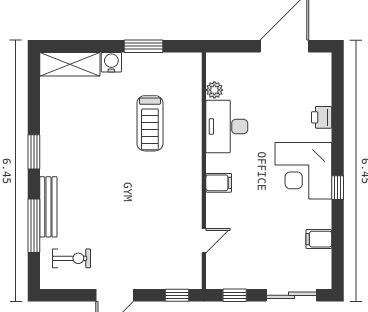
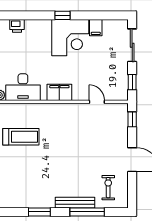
corner desk: (303, 171) -> (70, 38), moved
filing cabinet: (219, 183) -> (59, 92), width x2.00

